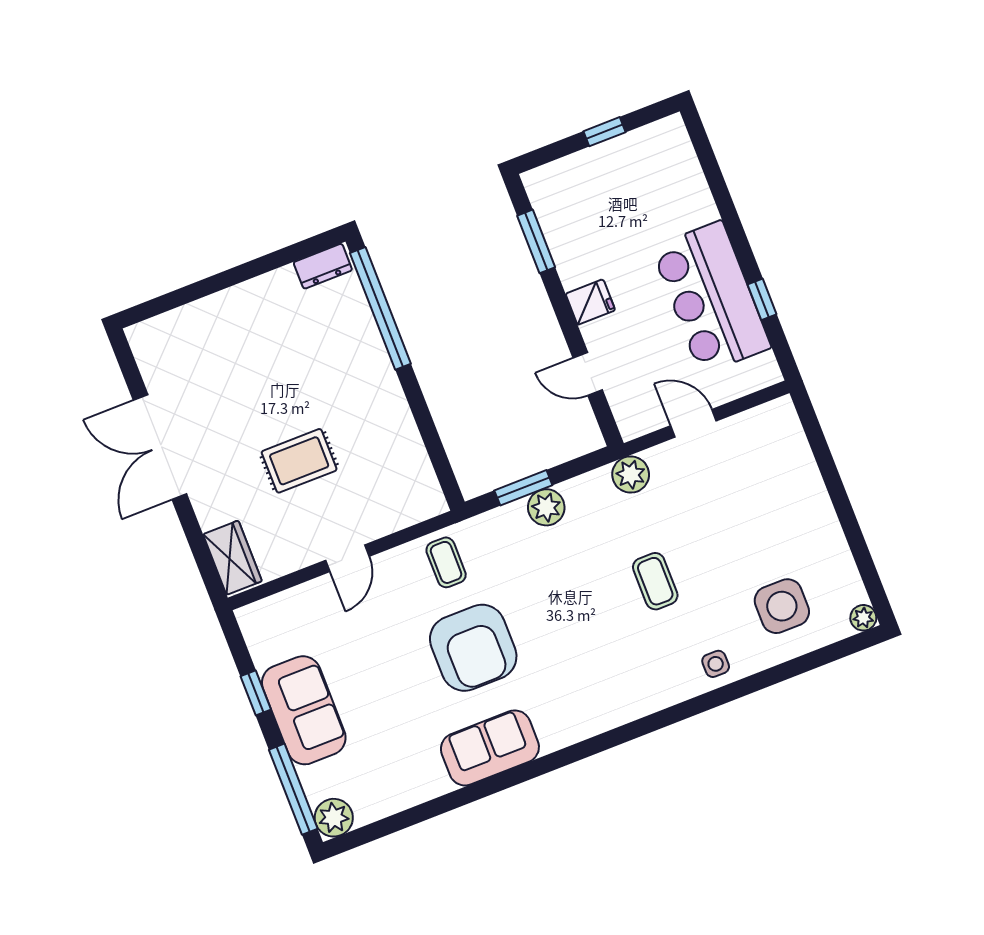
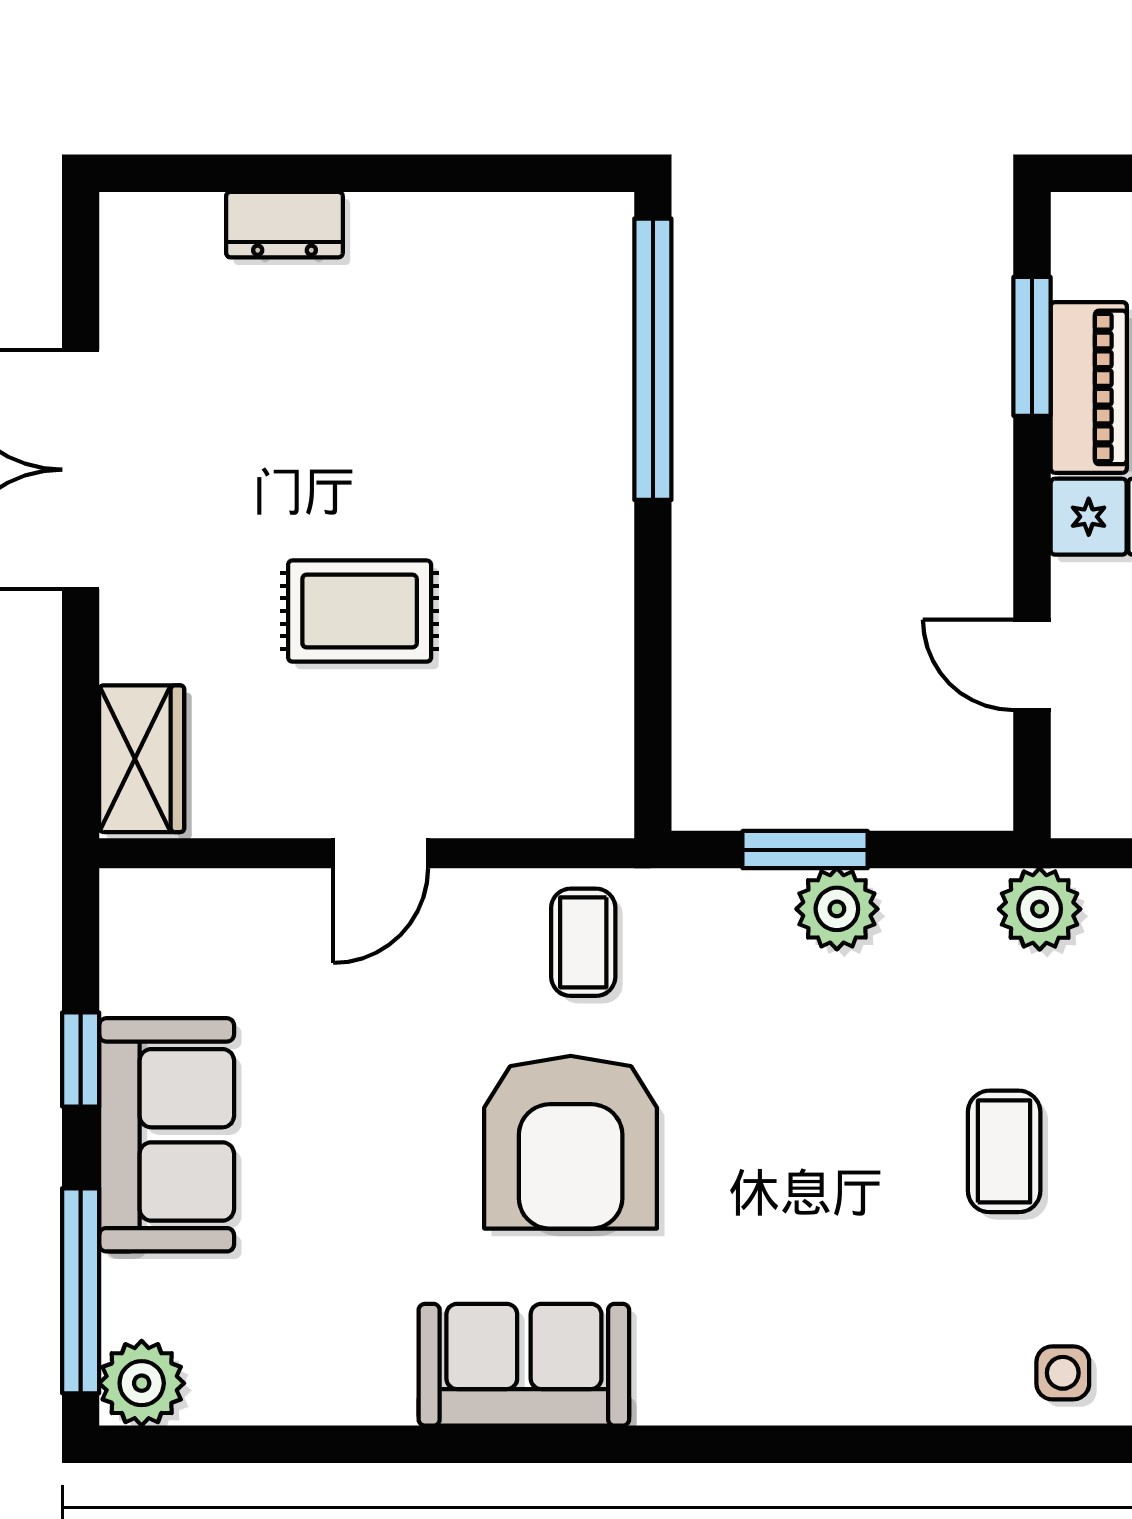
piano: (566, 249) -> (1089, 387), added
dresser: (323, 266) -> (284, 225), moved

